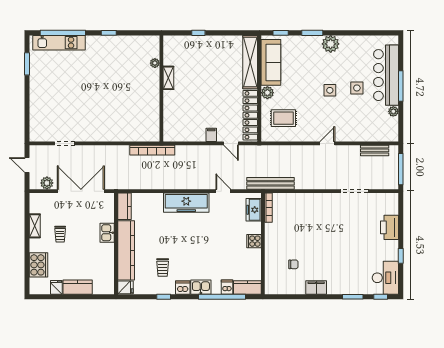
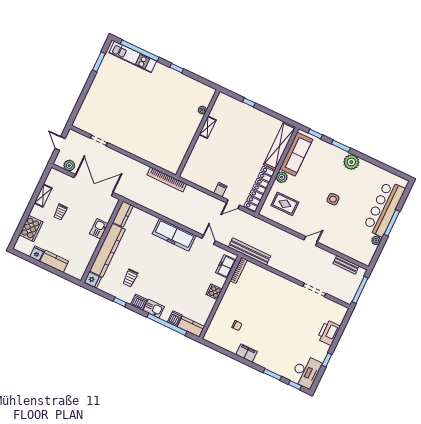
side table: (357, 88) -> (356, 208), removed
door: (231, 143) -> (233, 204), hinge flipped

